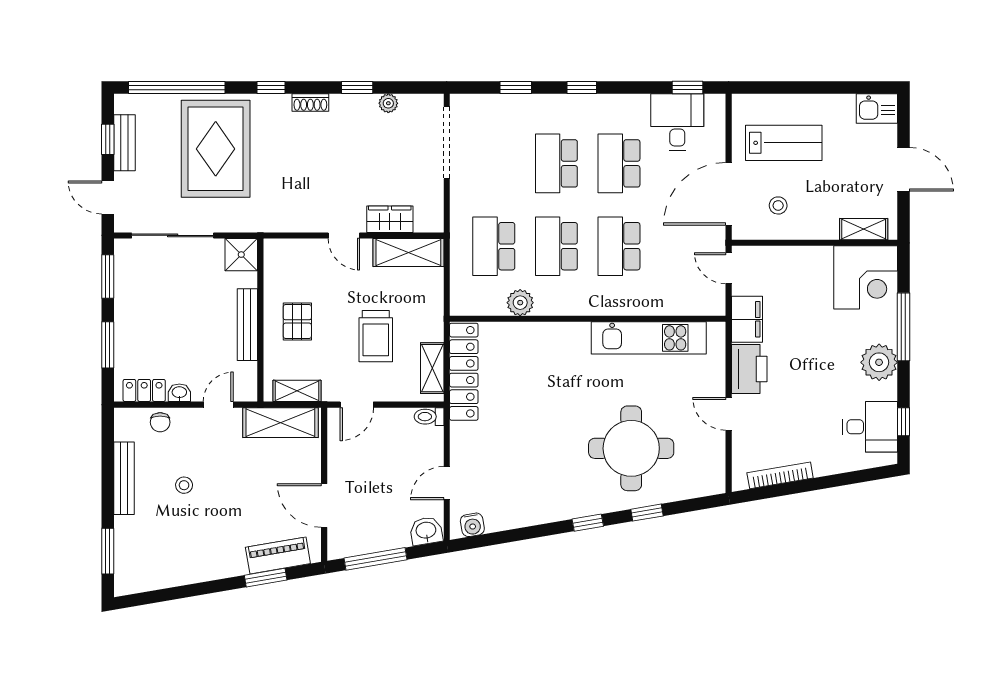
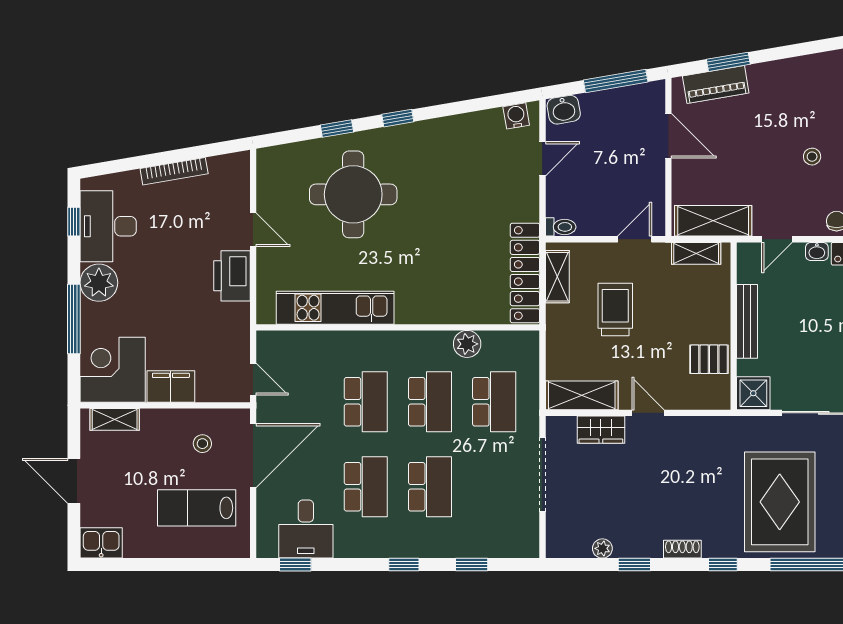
doorway: (447, 143) -> (542, 475), moved
filing cabinet: (747, 319) -> (171, 386), moved, turned 90
pallet: (297, 321) -> (709, 359), moved, turned 90
desk: (870, 427) -> (108, 226), width x1.37
bookcase: (780, 475) -> (174, 171), moved

